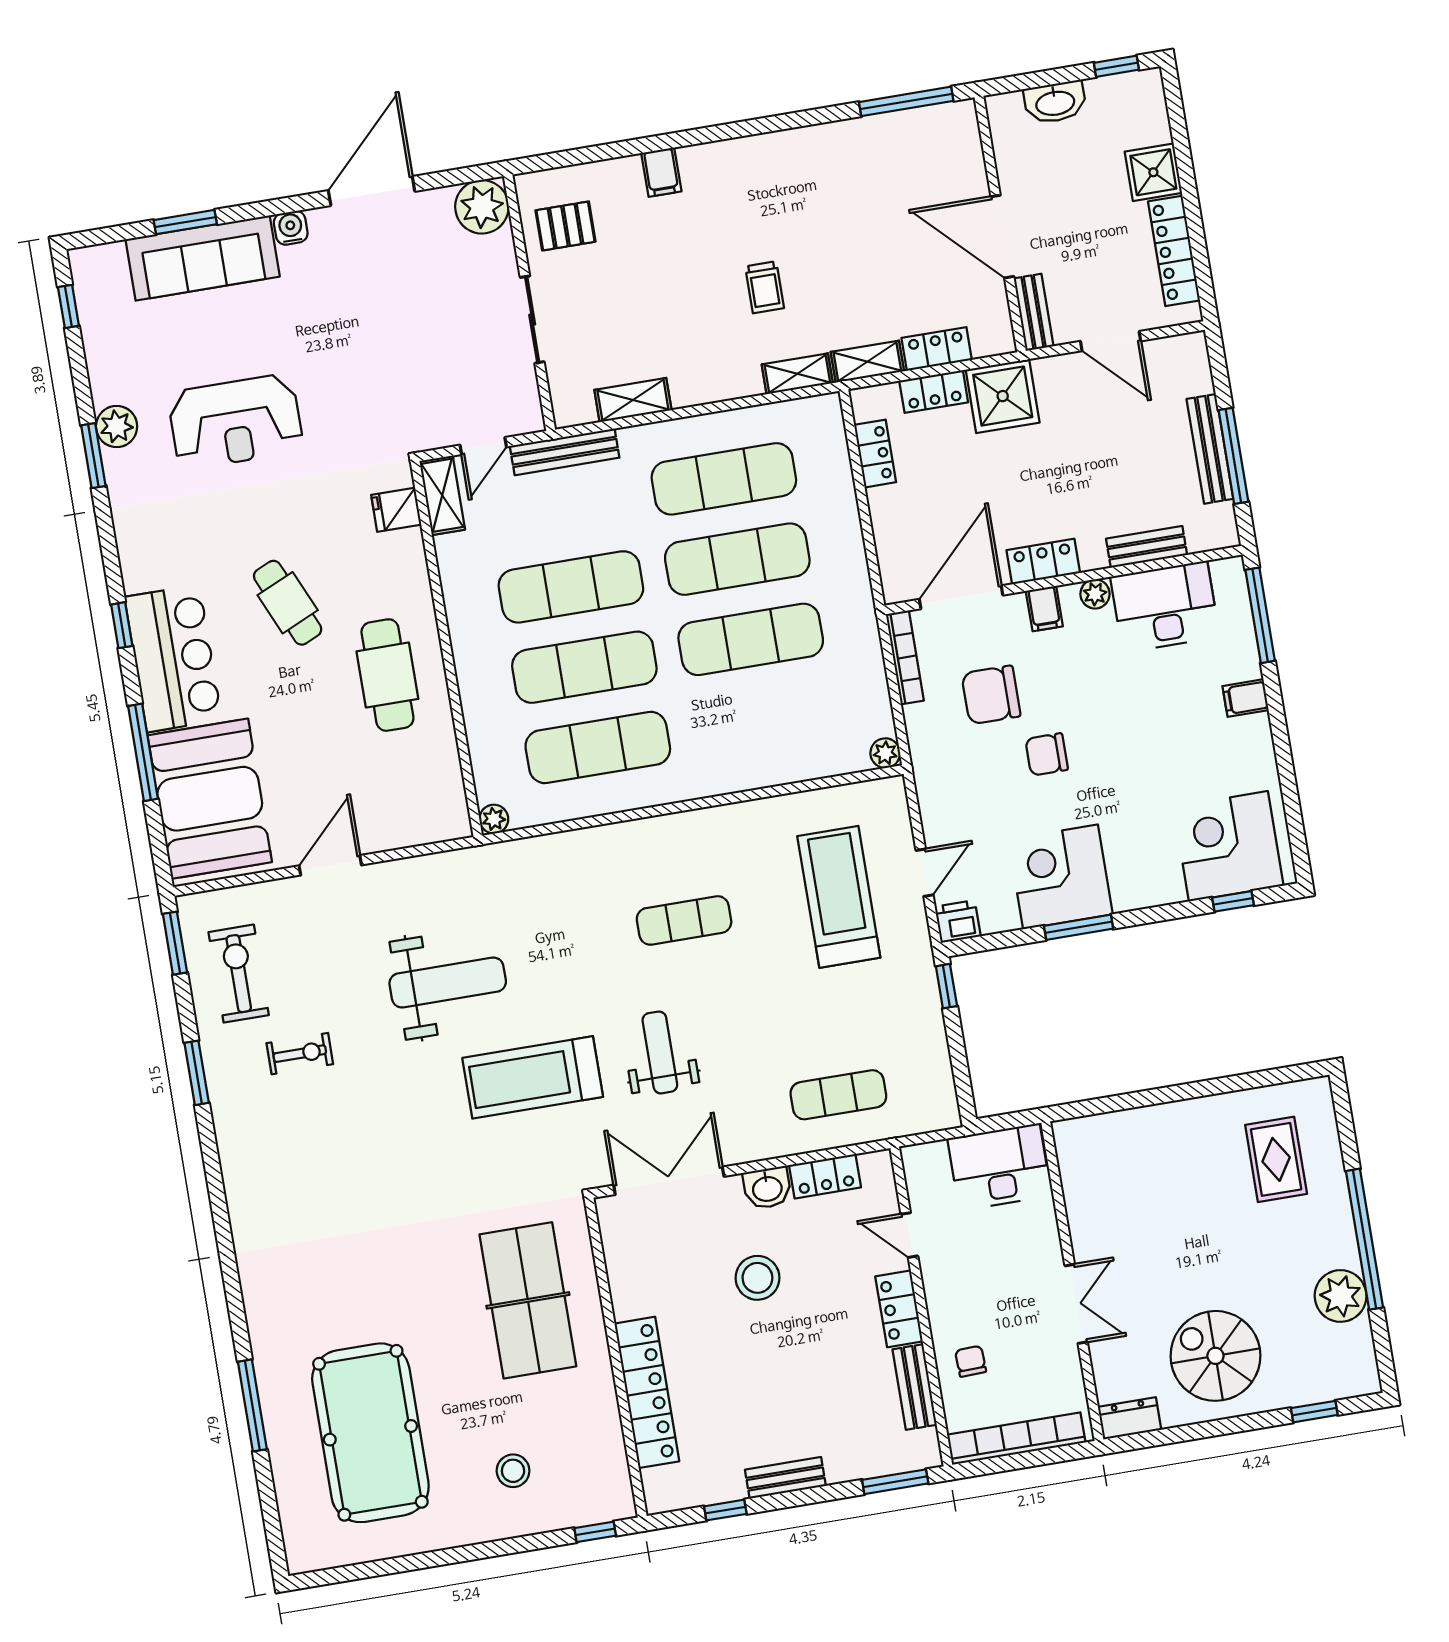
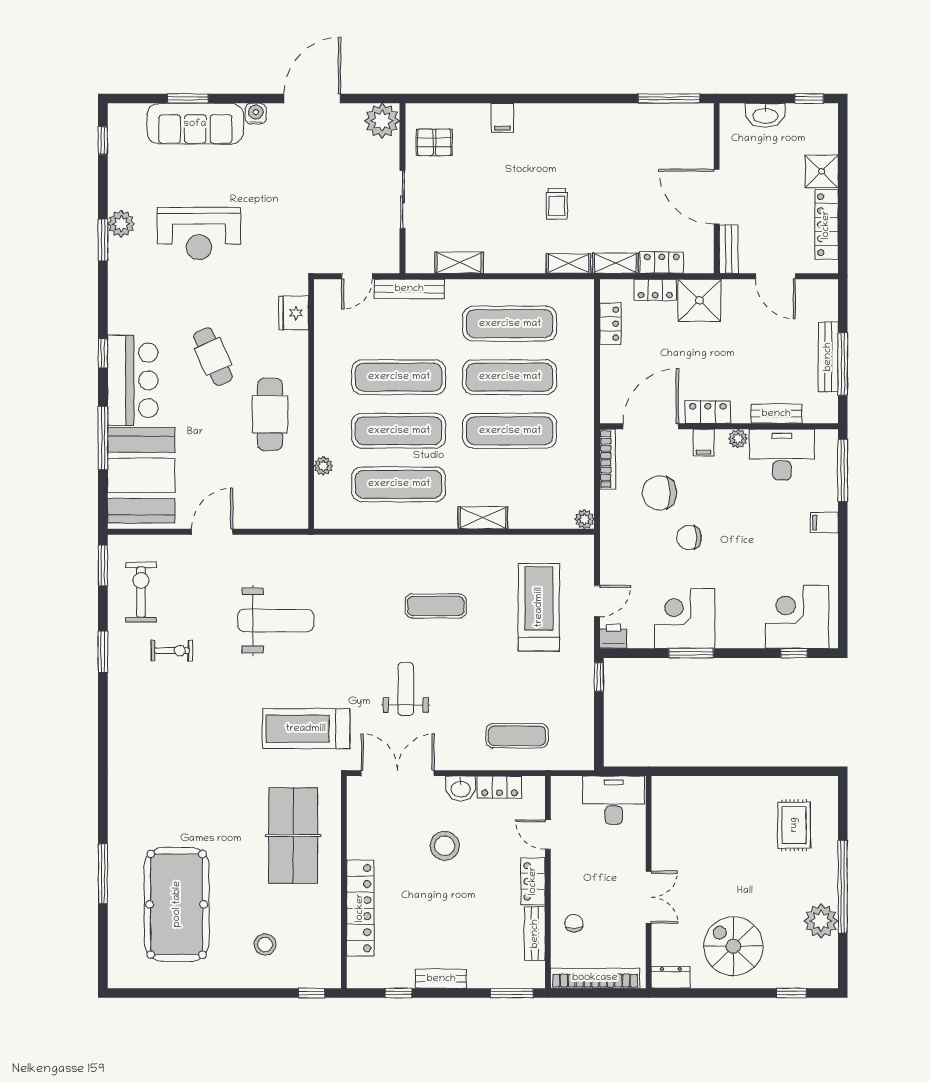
shelving: (442, 495) -> (483, 518), moved, turned 90
fridge: (396, 510) -> (294, 313), width x1.38
plant: (494, 819) -> (323, 466), moved
treadmill: (533, 1077) -> (306, 729), moved

